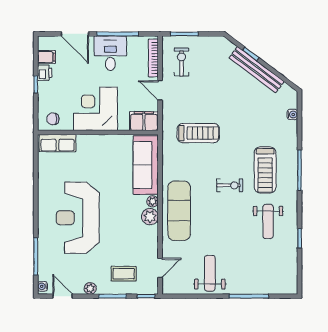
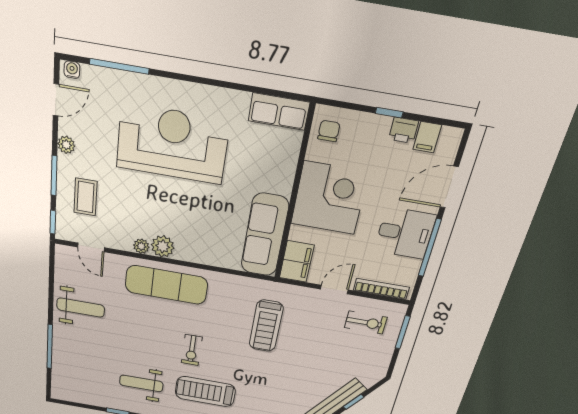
row of seats: (58, 143) -> (279, 112), moved, turned -90
sofa: (146, 165) -> (265, 235), moved, turned -90
plant: (153, 201) -> (141, 246), moved

